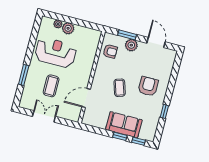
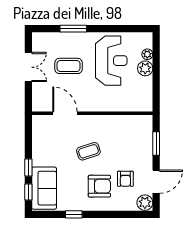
plant: (131, 45) -> (145, 203), moved
armchair: (110, 51) -> (125, 179), moved
sofa: (124, 125) -> (44, 188), moved

